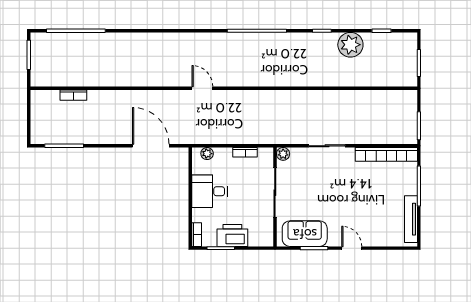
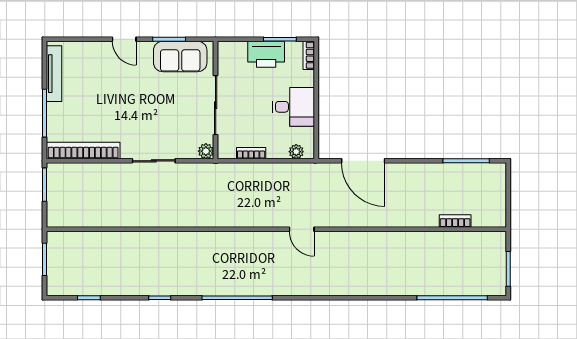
plant: (350, 45) -> (126, 281), removed

